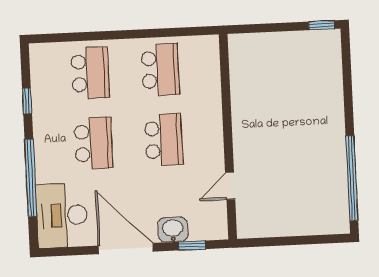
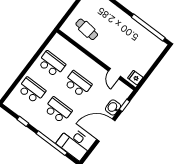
cafe table: (265, 80) -> (87, 29), added
fridge: (252, 225) -> (135, 78), added

